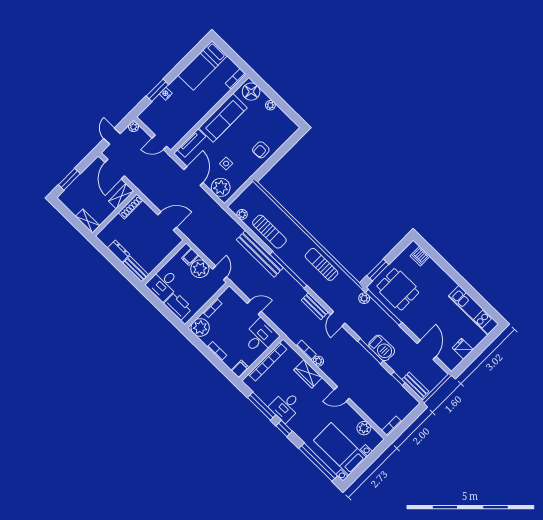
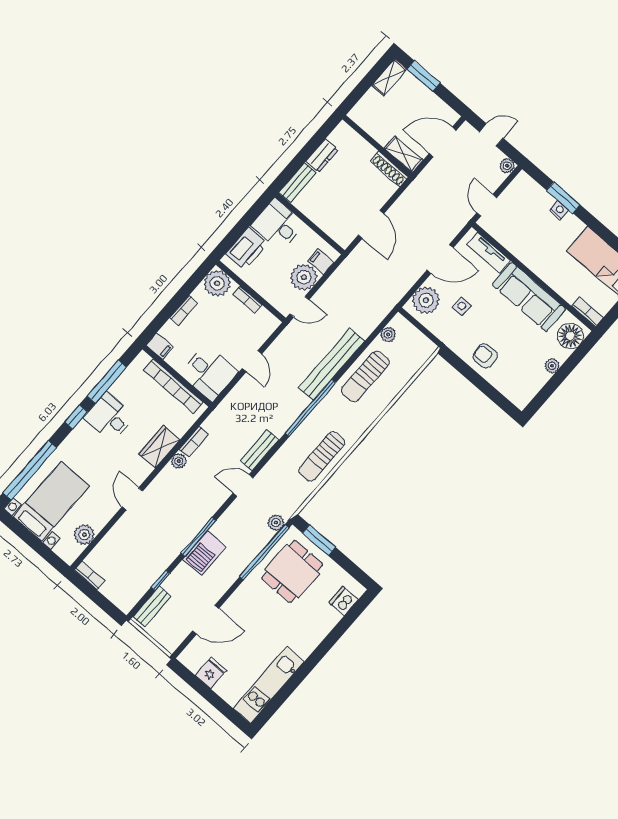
shelving: (88, 221) -> (389, 77), moved
sun lounger: (321, 264) -> (322, 456), turned 180

